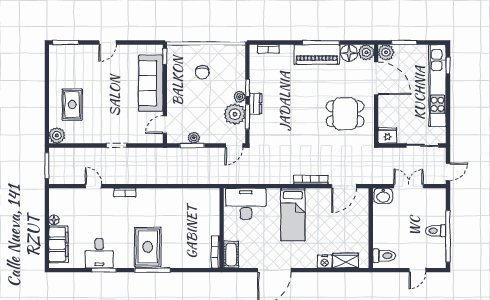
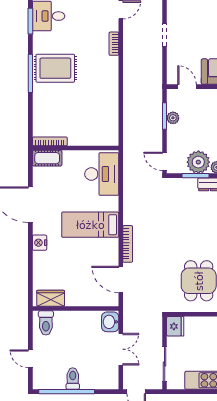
wardrobe: (346, 261) -> (51, 298), moved, turned -90
nightstand: (325, 262) -> (40, 243), moved

